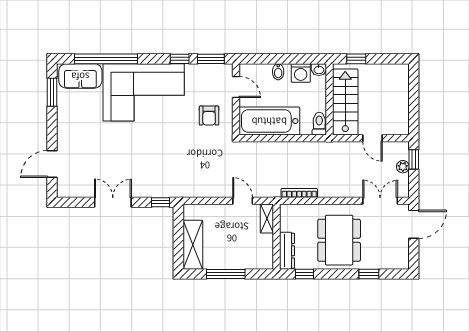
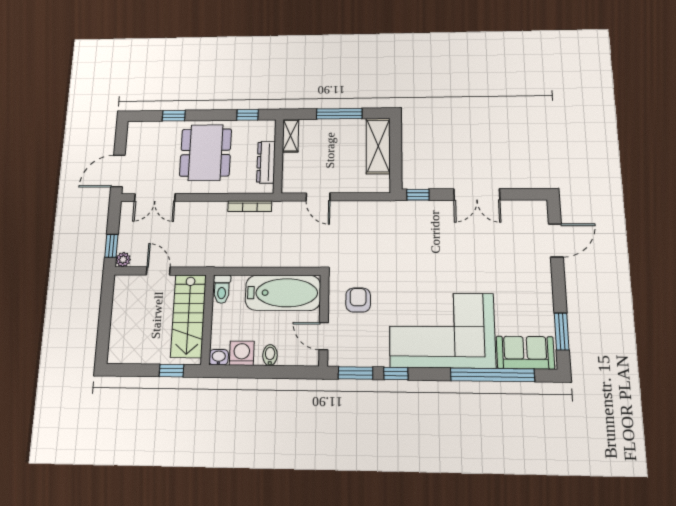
plant: (403, 167) -> (123, 260), moved
shelving: (267, 219) -> (291, 136), moved
dresser: (287, 251) -> (266, 162), moved

